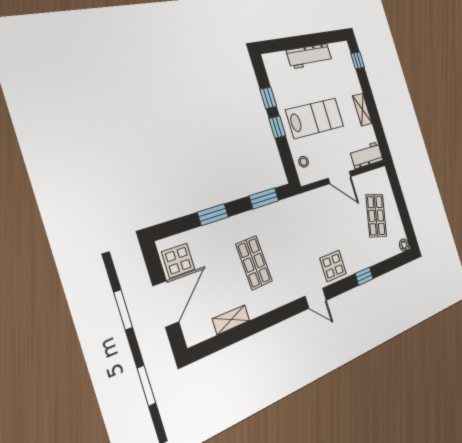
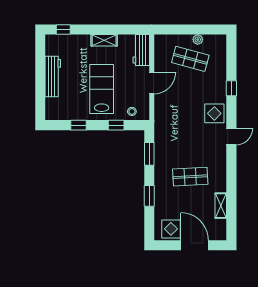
window: (277, 127) -> (116, 125), moved
plant: (404, 245) -> (198, 39), moved

